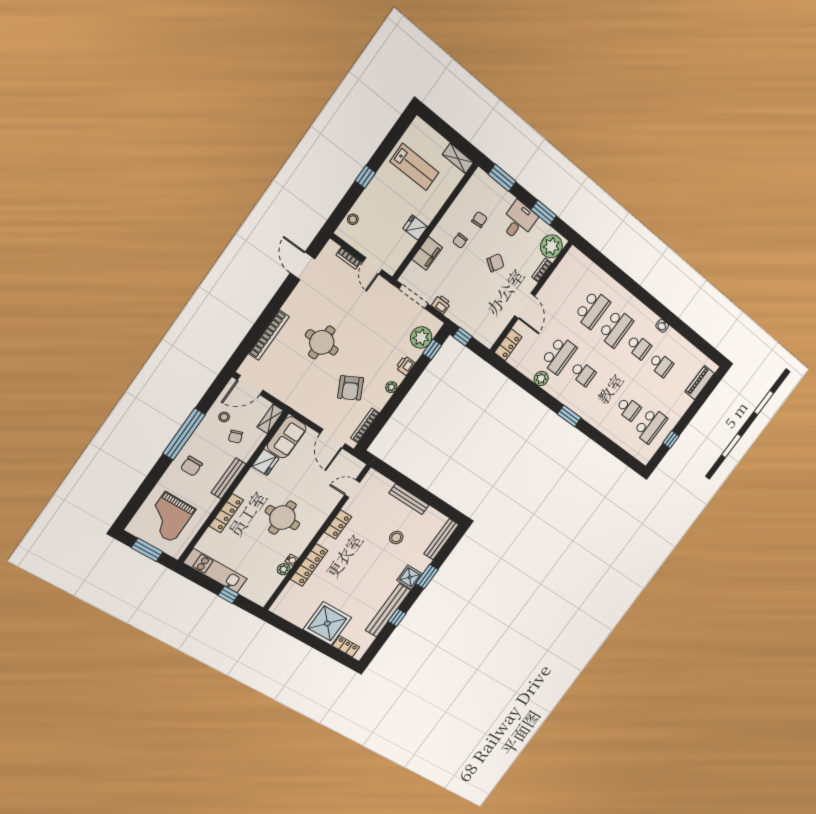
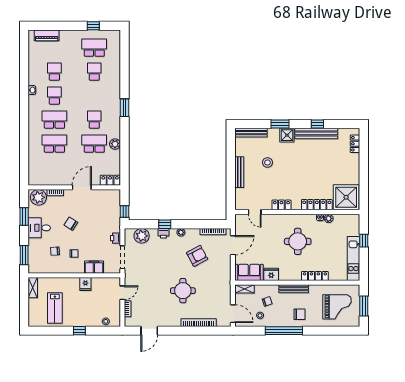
lab bench: (414, 167) -> (55, 308), turned 180
window: (432, 349) -> (165, 224), moved
shower: (327, 623) -> (346, 197), moved

